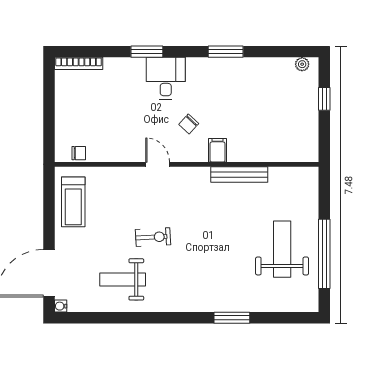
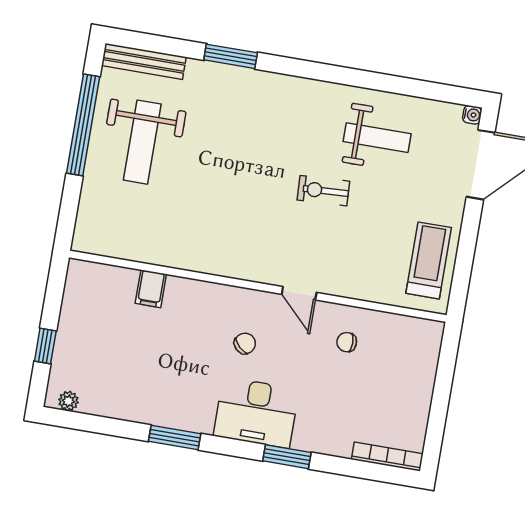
desk: (166, 78) -> (256, 413), width x1.37
filing cabinet: (218, 150) -> (151, 289), moved
chair: (79, 153) -> (347, 342), moved
bench: (239, 175) -> (144, 61), moved

